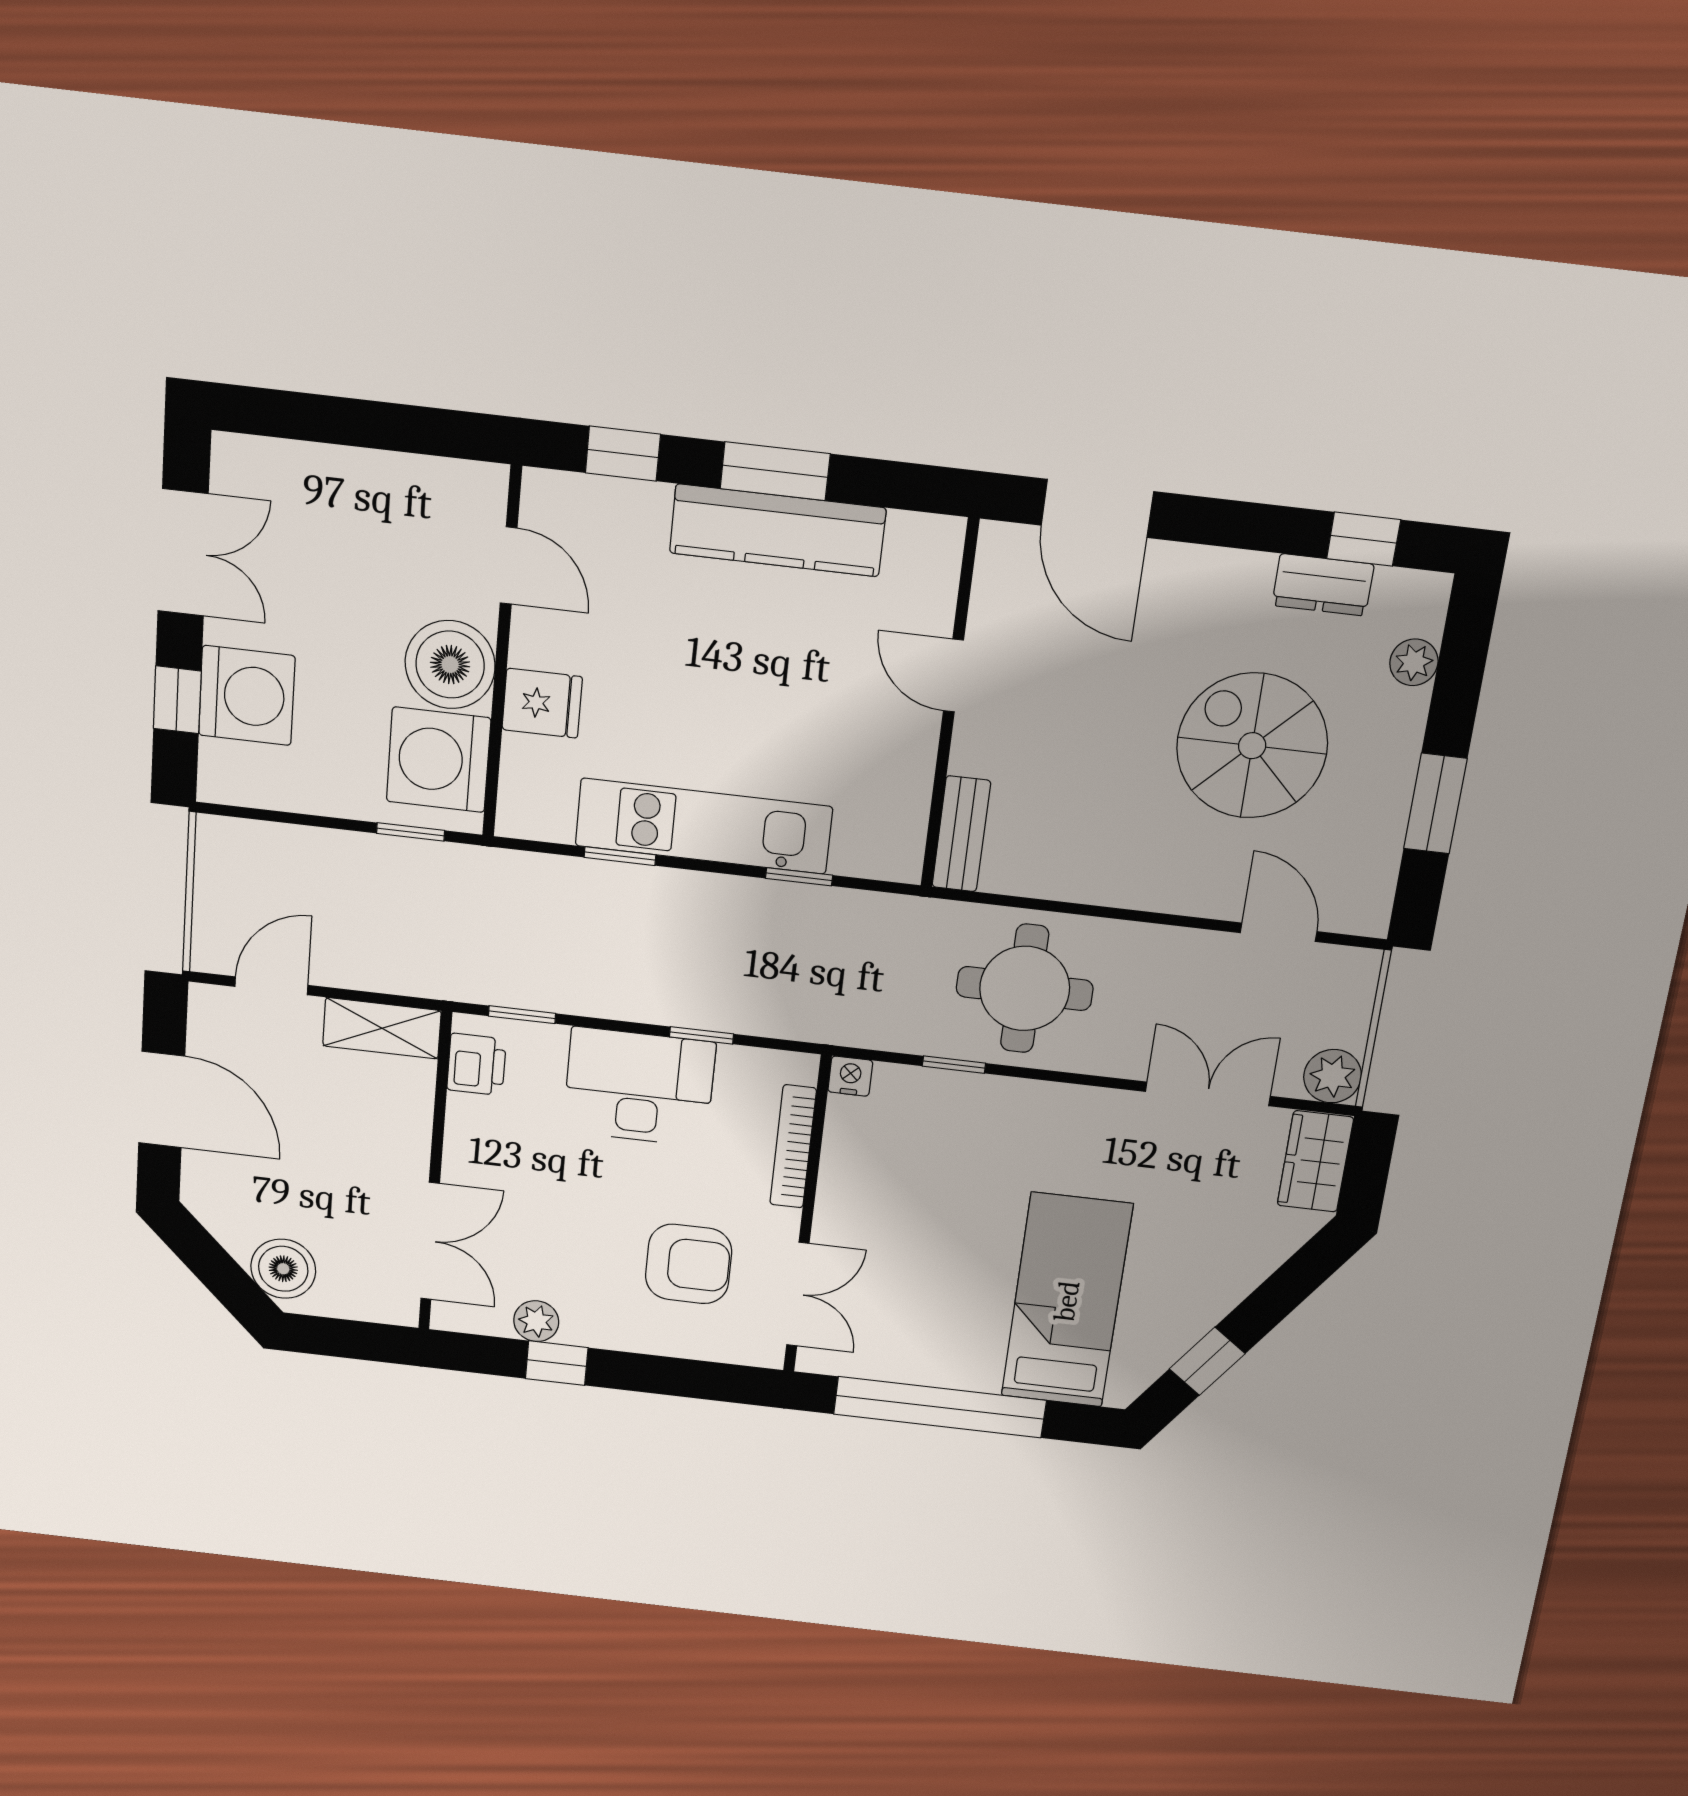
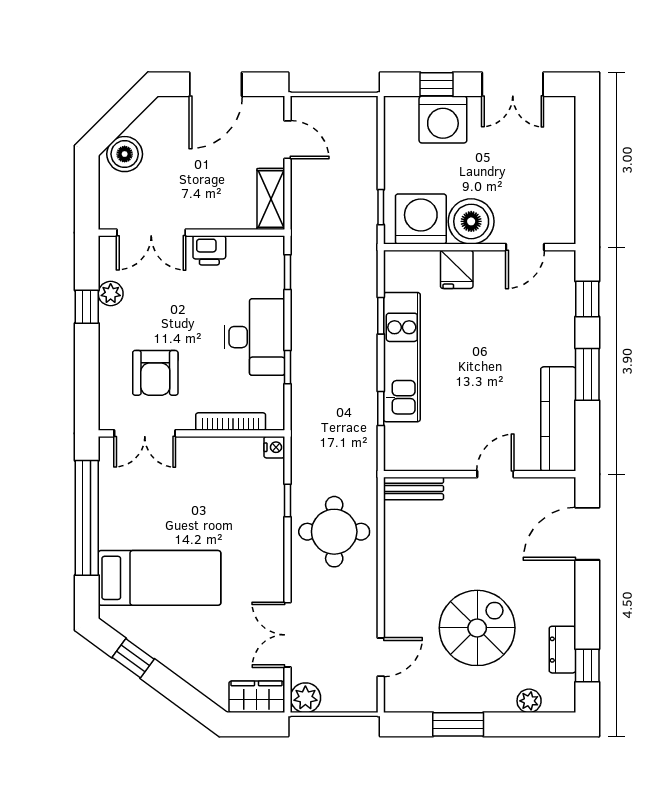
kitchen counter: (778, 530) -> (558, 419), moved
printer: (476, 1064) -> (209, 250), moved
double door: (1208, 1094) -> (288, 635), swing flipped

